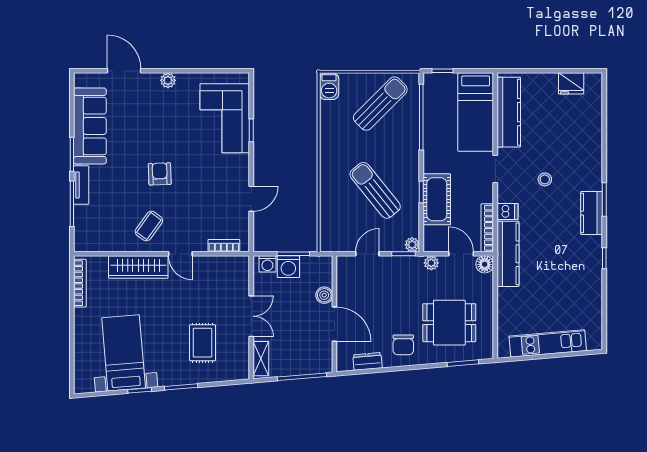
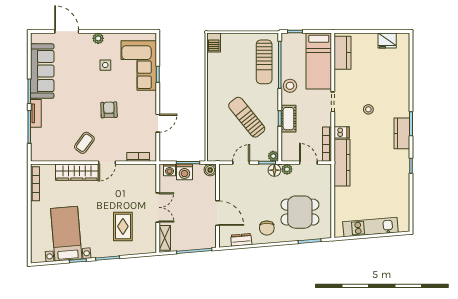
sun lounger: (380, 104) -> (264, 62), moved, turned 135
kitchen counter: (509, 112) -> (342, 53), width x0.67
side table: (178, 118) -> (105, 65), added
stool: (435, 147) -> (290, 86), added
armchair: (160, 174) -> (109, 110), moved
cot: (437, 199) -> (288, 119), width x0.73, depth x0.75
door: (180, 254) -> (107, 163), hinge flipped
floor lamp: (485, 264) -> (274, 170), moved
boiler: (324, 295) -> (210, 170), moved

